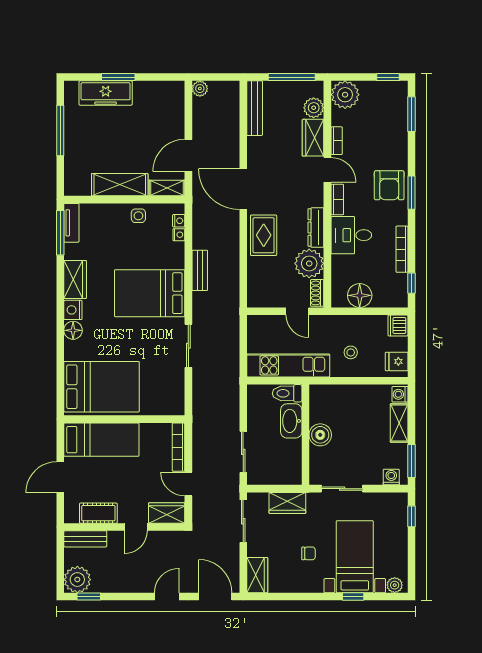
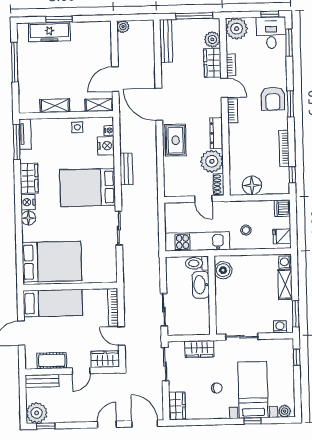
shelving: (120, 185) -> (55, 106), width x0.67, depth x0.75
nightstand: (179, 235) -> (106, 146), width x1.89, depth x1.79
desk: (351, 235) -> (271, 33), moved, turned 90
boiler: (320, 435) -> (223, 270), moved

